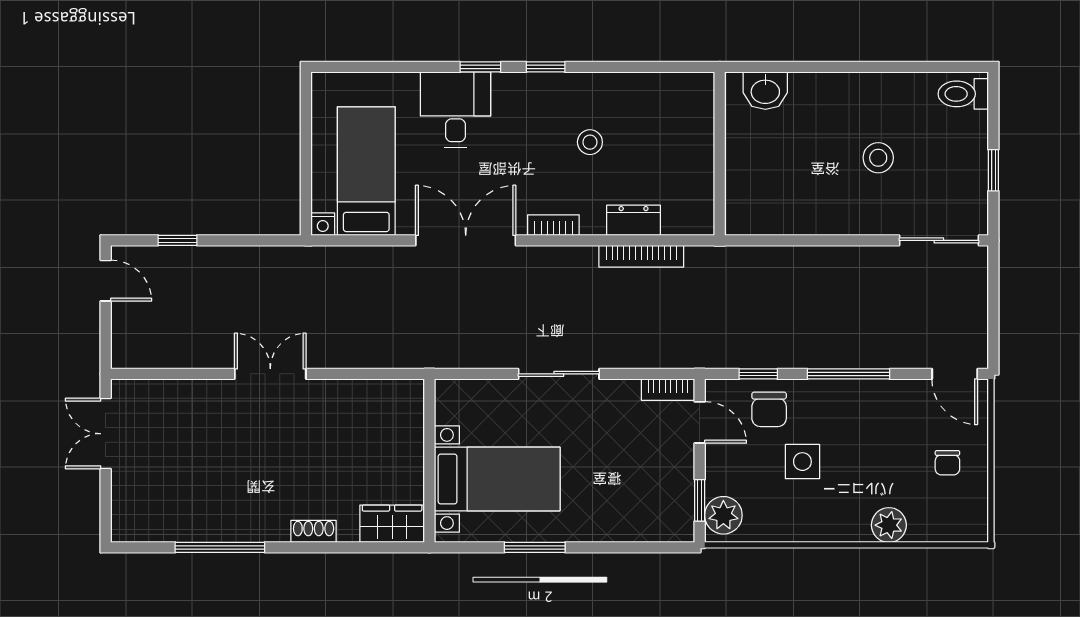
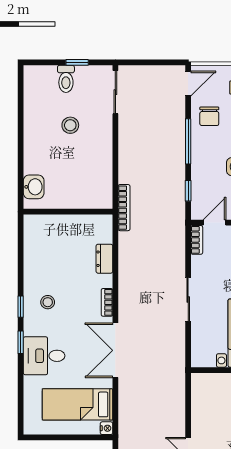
toilet: (963, 94) -> (66, 79), moved
stool: (590, 142) -> (48, 302), moved
bookcase: (641, 256) -> (124, 208), moved
chair: (769, 409) -> (209, 116), moved, turned 90

